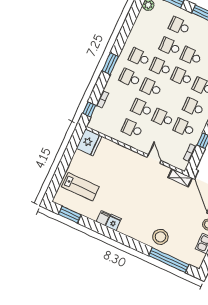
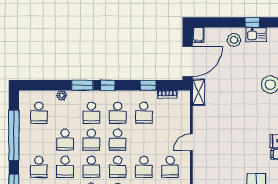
school desk: (163, 118) -> (118, 140), moved
door: (154, 159) -> (191, 142), moved

